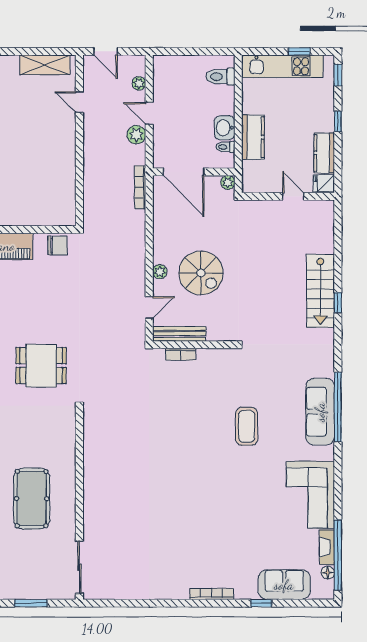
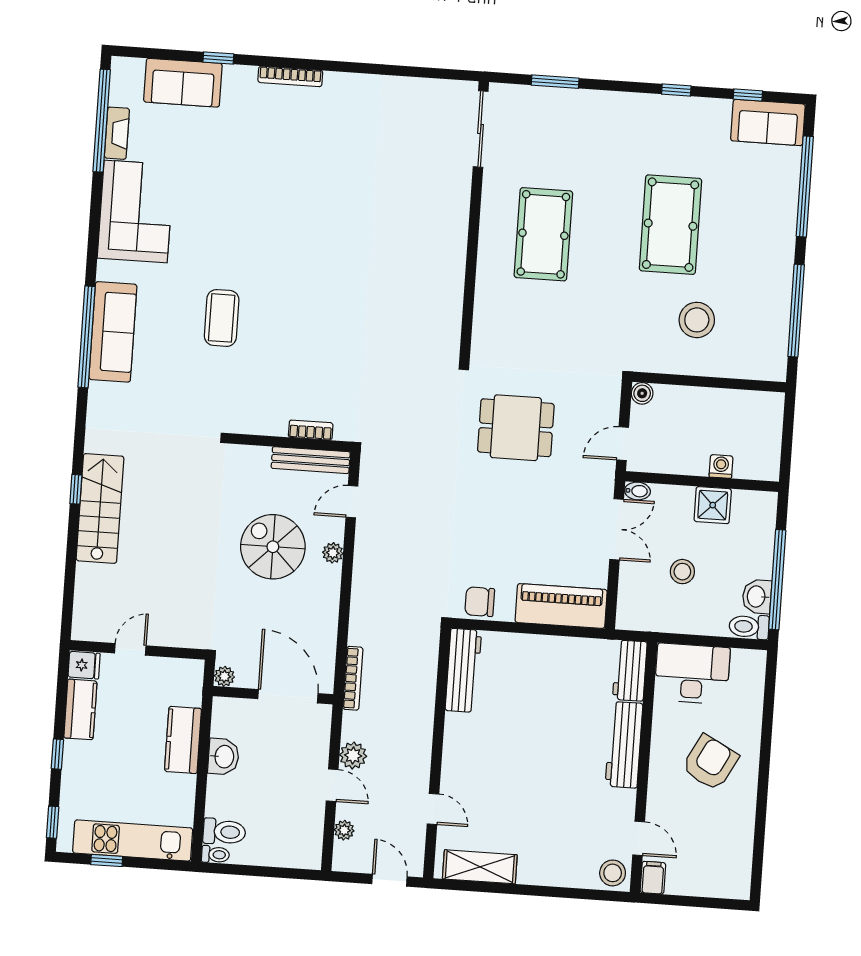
toilet: (225, 147) -> (215, 855), moved
door: (293, 196) -> (130, 649), swing flipped
workbench: (65, 198) -> (463, 670), added
floor lamp: (328, 573) -> (118, 96), removed

